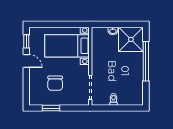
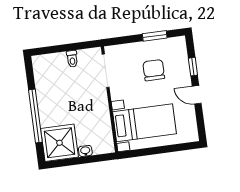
window: (26, 41) -> (193, 67), moved

